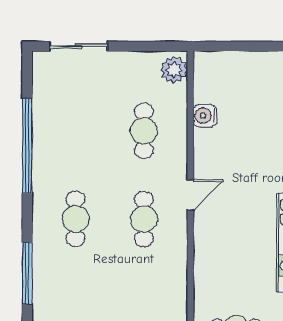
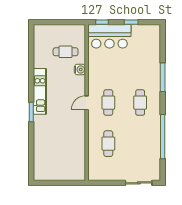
plant: (174, 70) -> (94, 172), removed
water cooler: (205, 116) -> (80, 70), moved
door: (190, 195) -> (87, 103), moved

